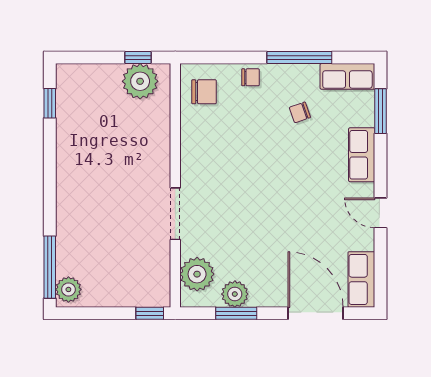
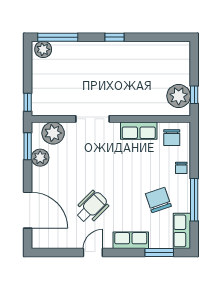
window: (50, 103) -> (114, 37), moved
chair: (300, 112) -> (158, 200), width x1.87, depth x1.87
wheelchair: (311, 215) -> (92, 207), added
row of seats: (361, 279) -> (139, 131), moved, turned 180
window: (236, 313) -> (28, 146), moved
door: (316, 313) -> (28, 210), hinge flipped

